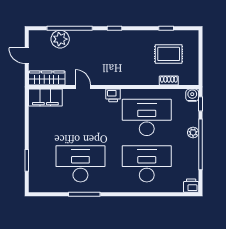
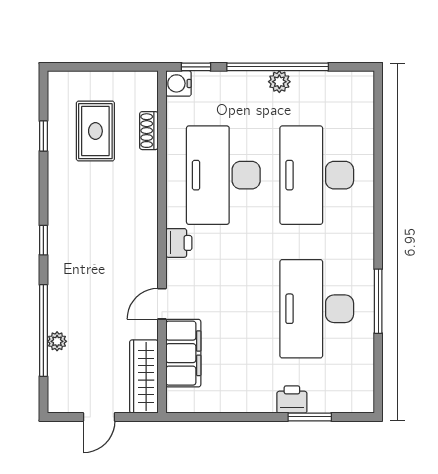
plant: (60, 39) -> (57, 341), width x0.53, depth x0.53
filing cabinet: (45, 98) -> (183, 353), moved
plant: (193, 132) -> (279, 82), moved
printer: (191, 186) -> (292, 399), moved, turned 90

